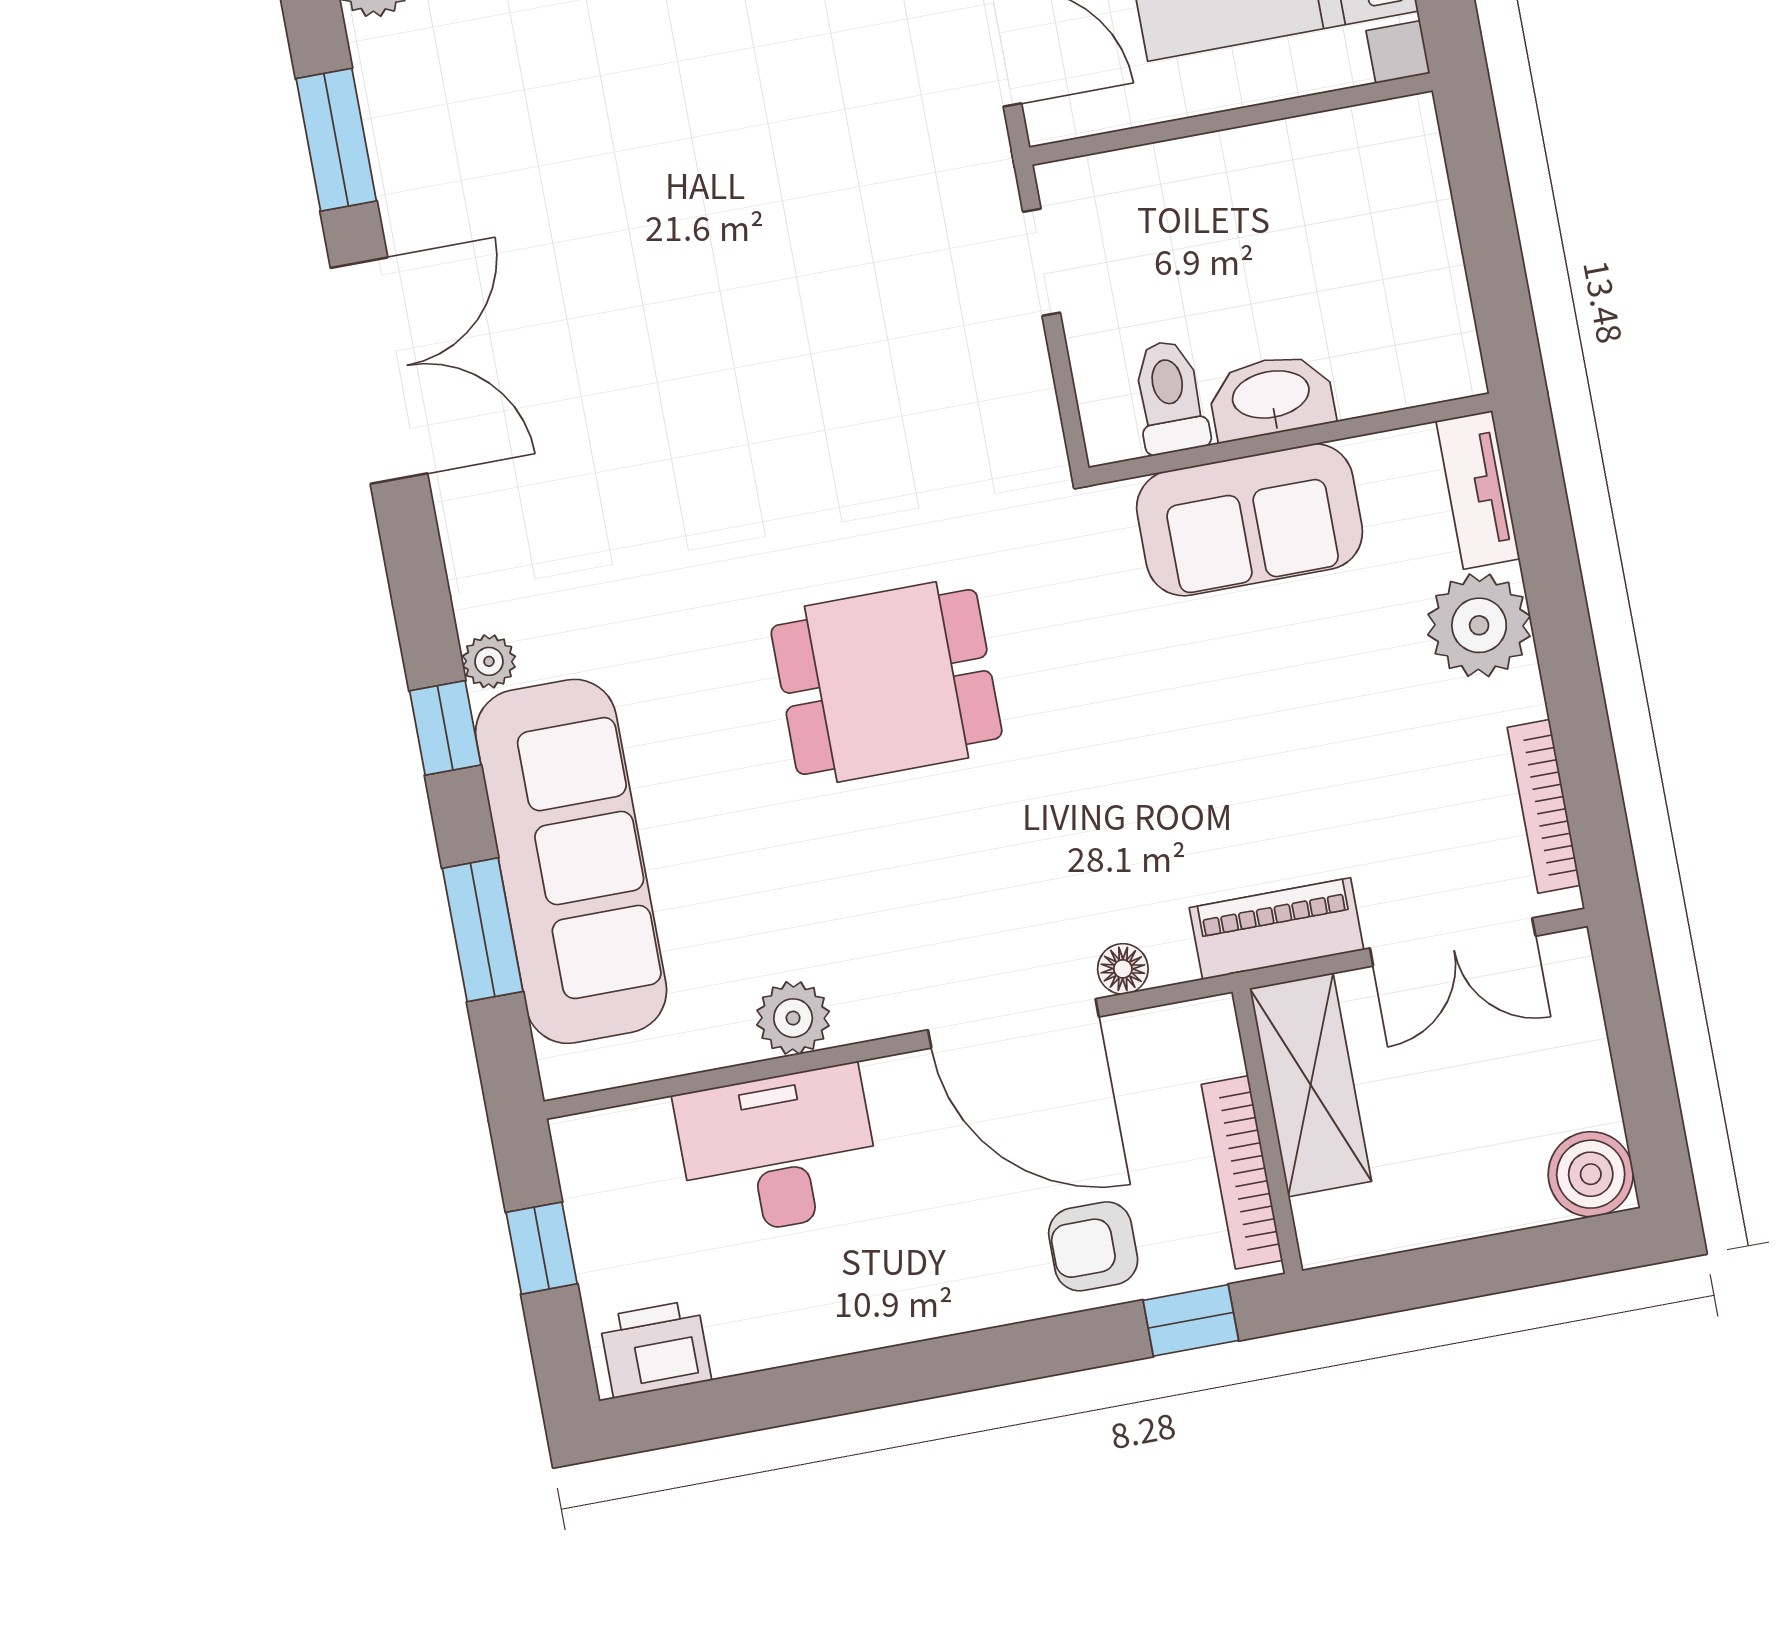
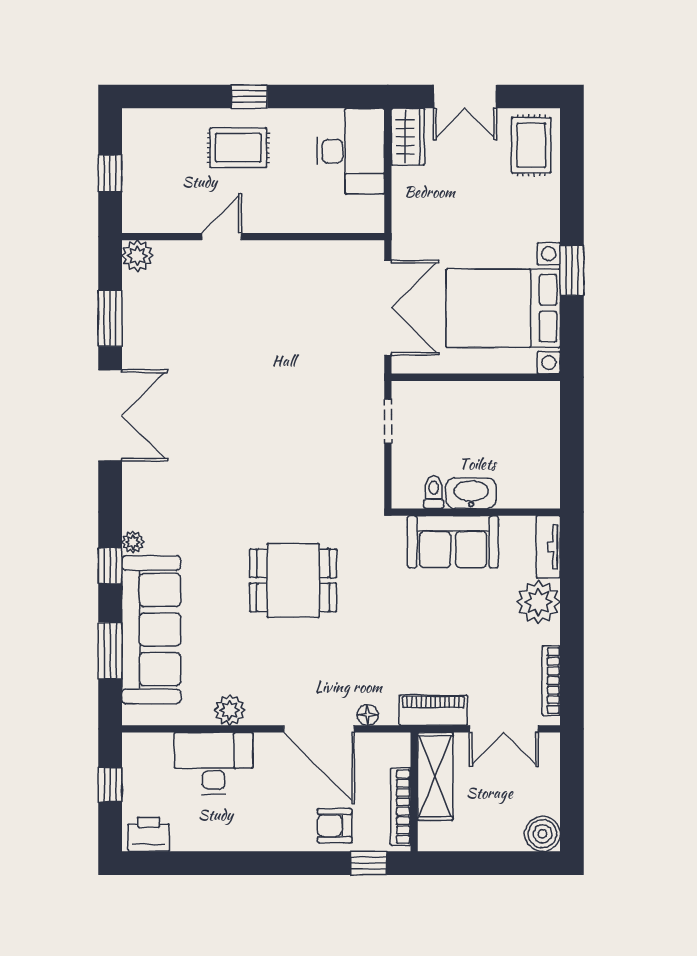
toilet: (1170, 397) -> (434, 492), width x0.73, depth x0.72

